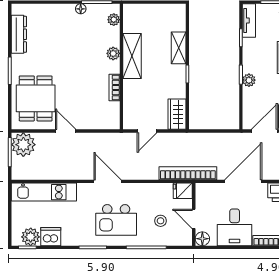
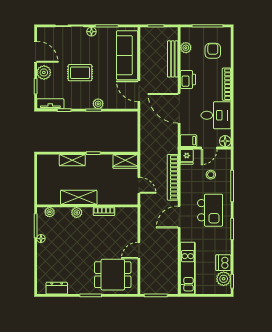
dresser: (19, 34) -> (57, 288), width x0.70
plant: (23, 145) -> (150, 285), removed
bookcase: (188, 173) -> (173, 177), moved
filing cabinet: (203, 193) -> (188, 141), added

